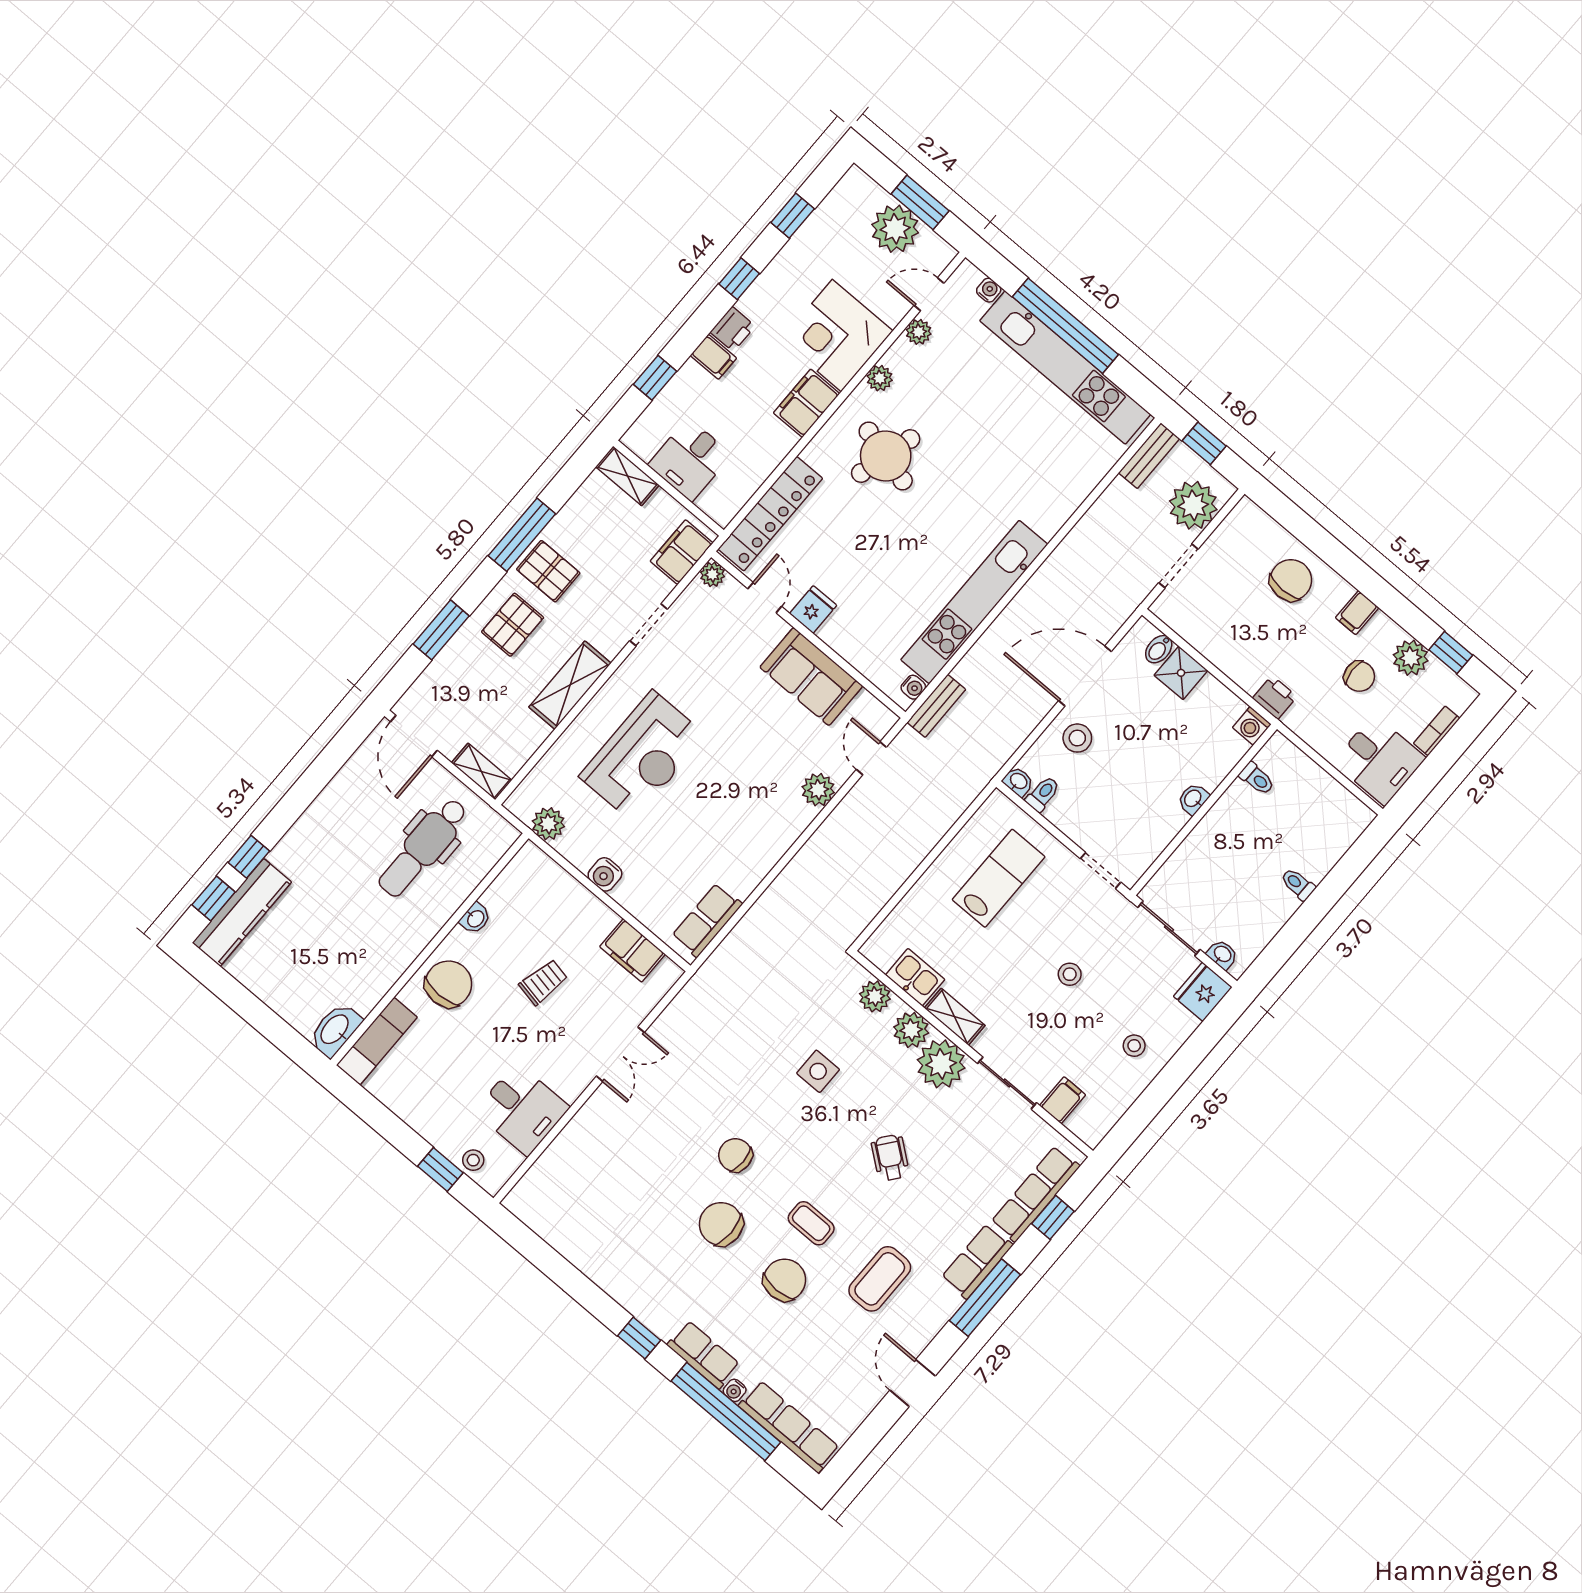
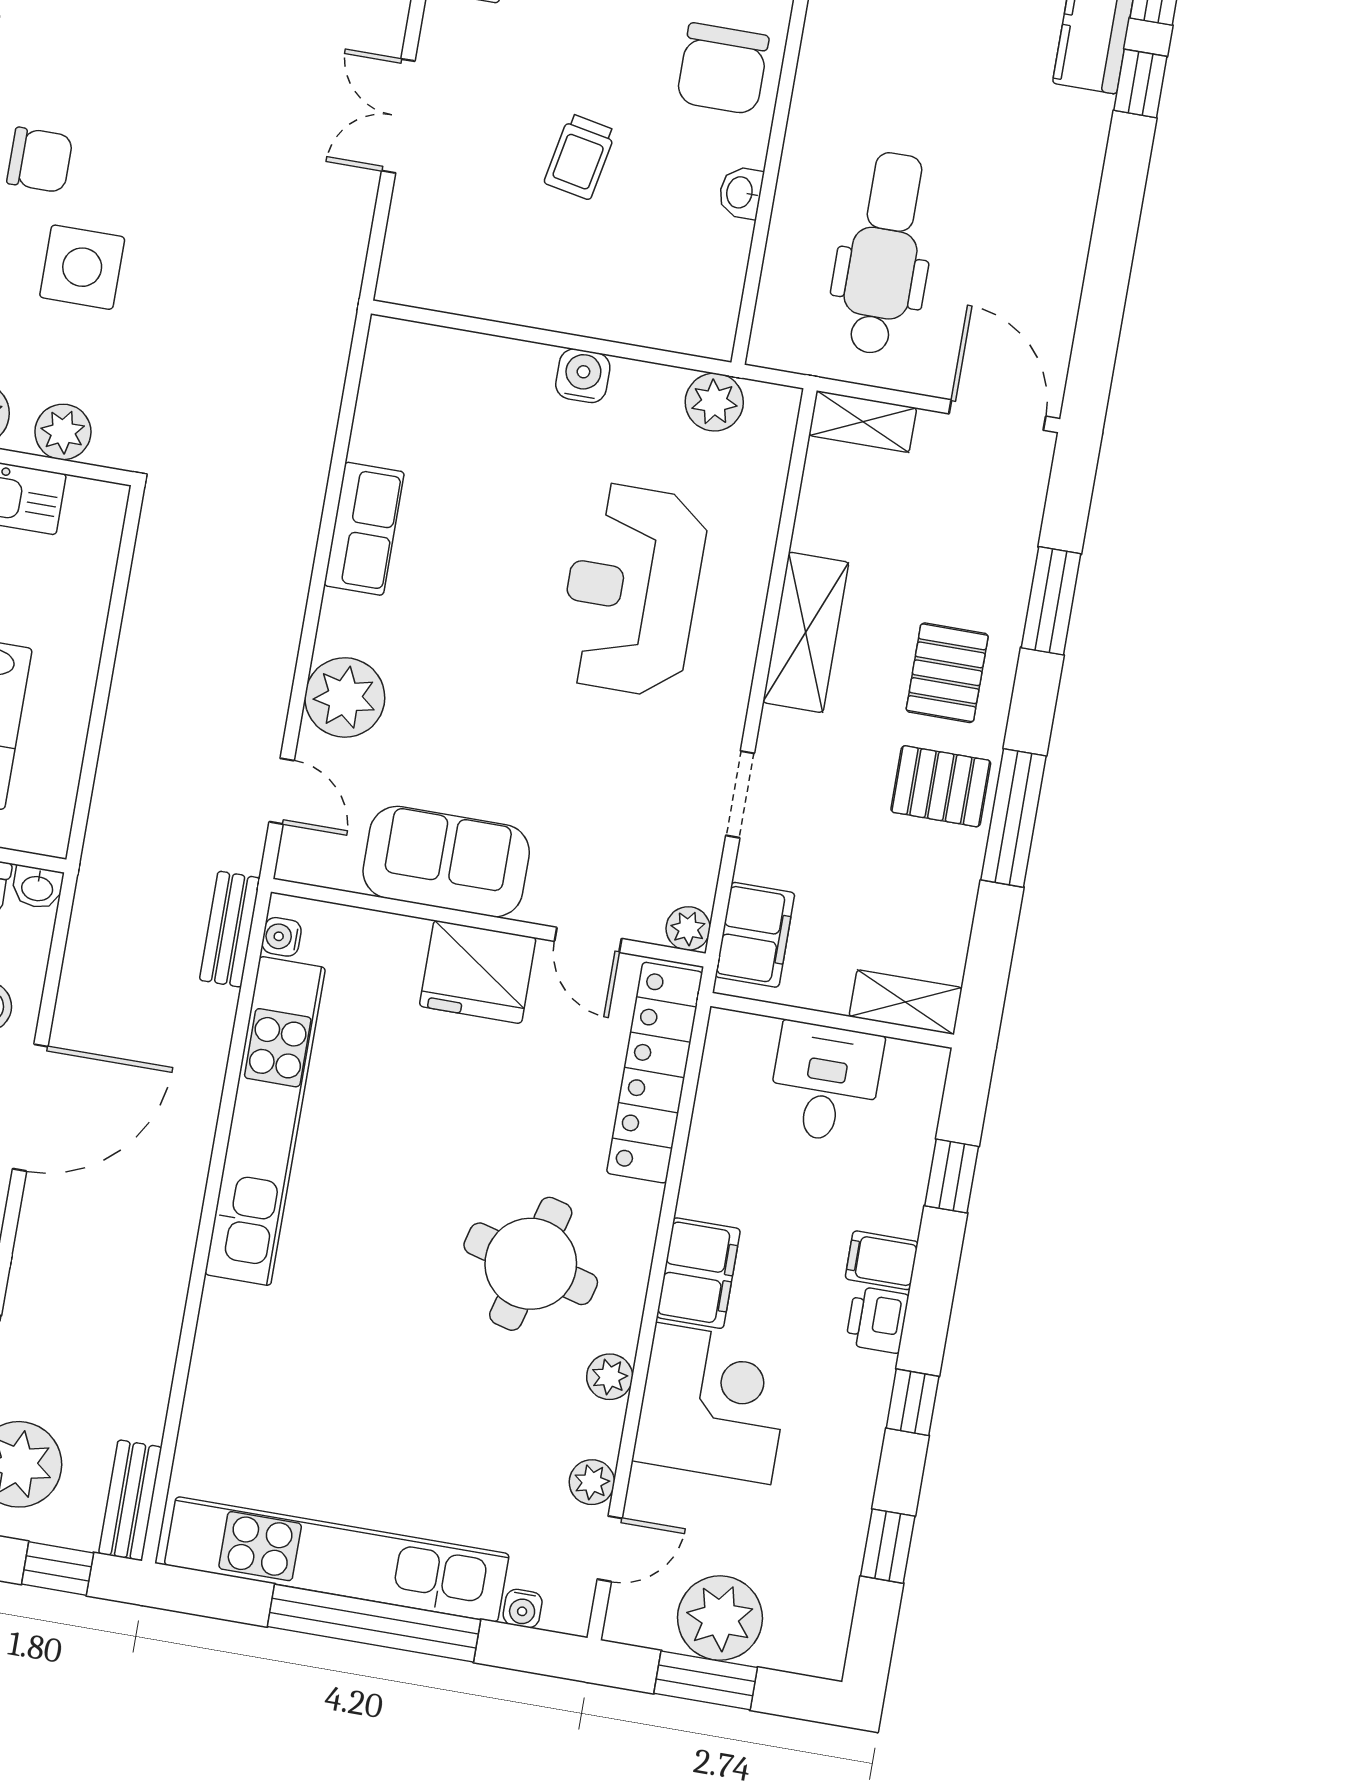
fridge: (813, 610) -> (478, 972), width x1.88, depth x1.34
plant: (818, 790) -> (345, 697), width x1.36, depth x1.36
row of seats: (707, 920) -> (364, 529), moved
filing cabinet: (633, 950) -> (473, 285), removed
side table: (818, 1071) -> (82, 267), width x1.37, depth x1.37
chair: (735, 1155) -> (40, 160), moved

